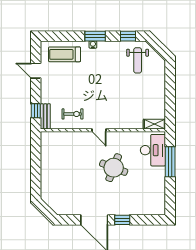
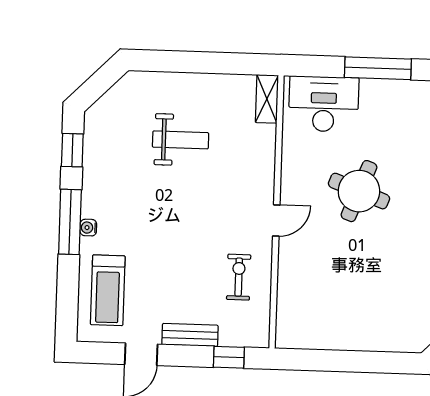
window: (95, 36) -> (70, 222), width x1.44
weight bench: (138, 60) -> (181, 140), moved
bench: (45, 116) -> (190, 335), moved
window: (170, 162) -> (378, 68), moved

